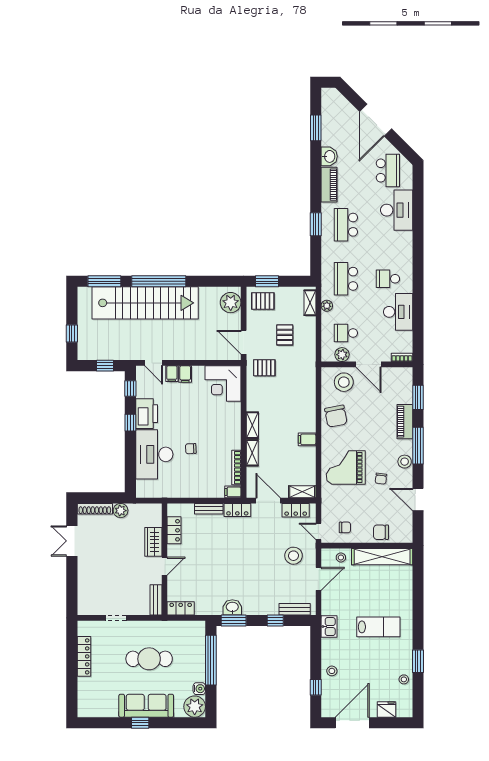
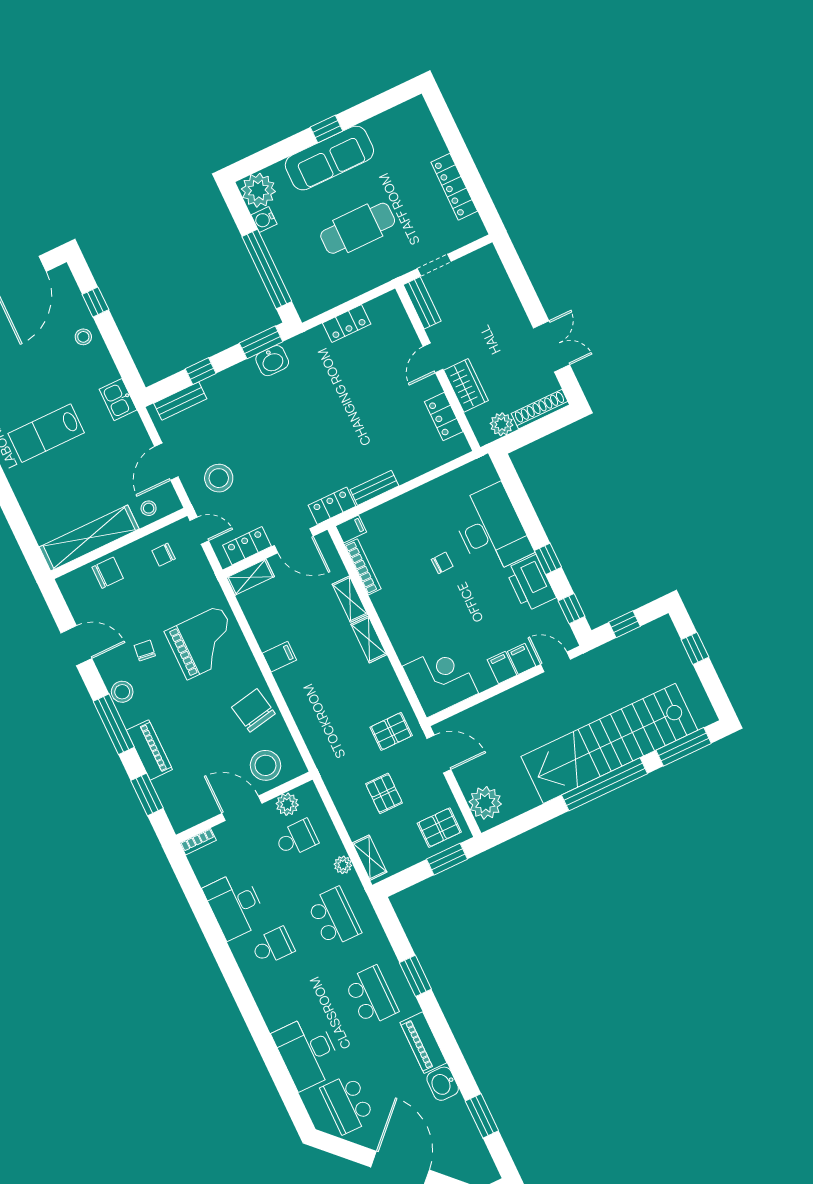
locker: (174, 530) -> (444, 417), moved
wardrobe: (153, 542) -> (466, 385), moved
wall: (164, 559) -> (438, 368), moved
door: (164, 566) -> (433, 358), moved
bench: (156, 600) -> (422, 303), moved

